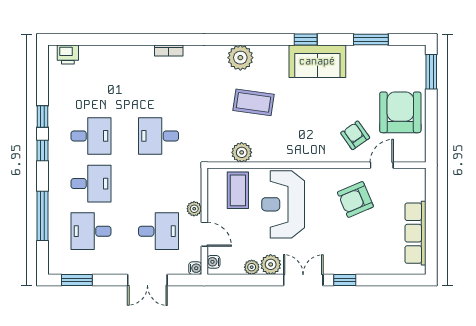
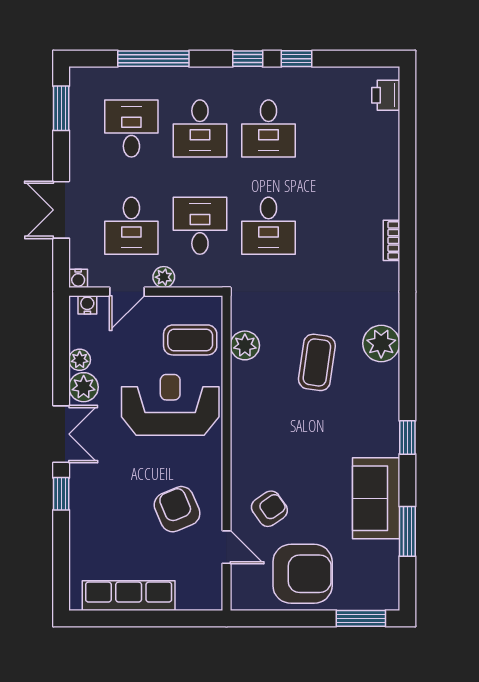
sofa: (317, 61) -> (376, 498), moved
desk: (159, 136) -> (269, 226), turned 180
desk: (159, 184) -> (200, 226), added

